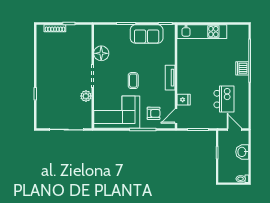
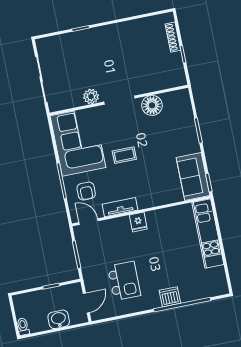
sofa: (147, 34) -> (193, 177), moved
tv unit: (170, 78) -> (120, 207), moved
kitchen island: (224, 99) -> (124, 281), turned -90
fridge: (184, 100) -> (138, 222), moved

